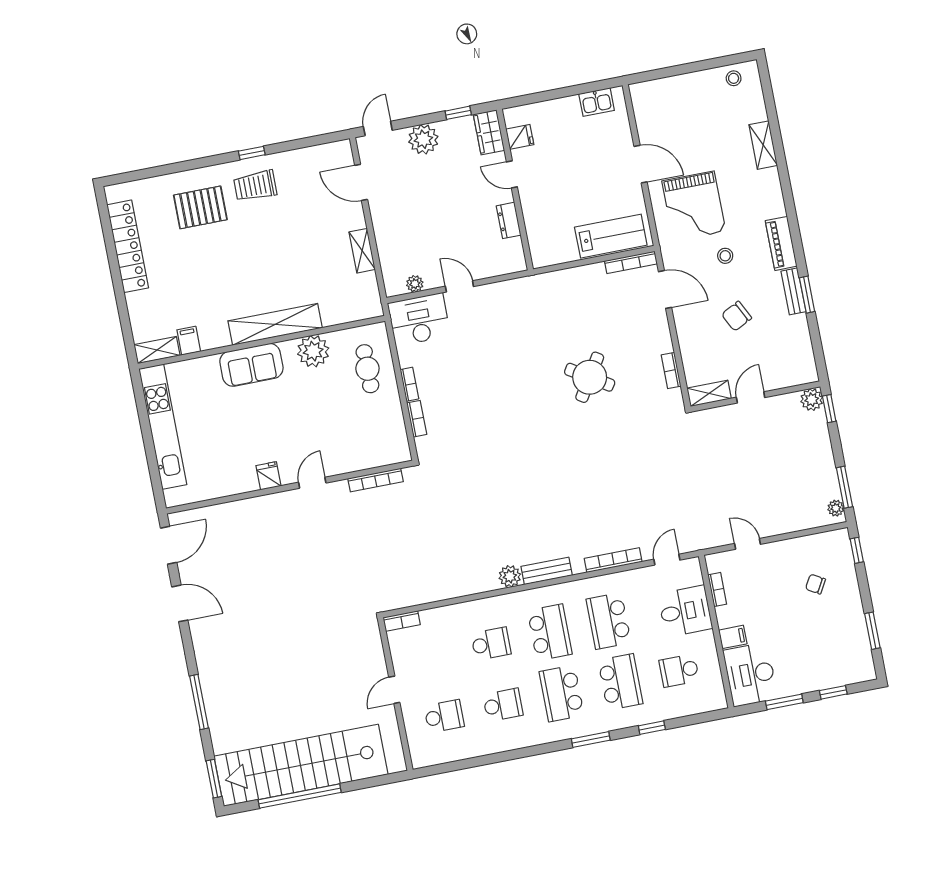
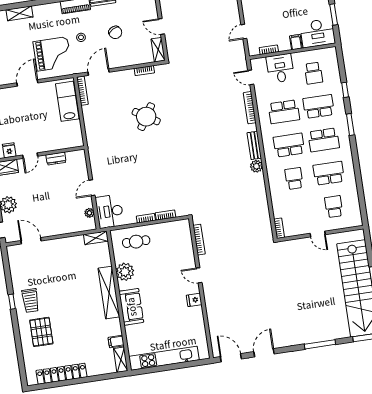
door: (361, 182) -> (31, 241), swing flipped
shelving: (362, 251) -> (96, 238), moved
school desk: (503, 705) -> (329, 173), width x1.85

